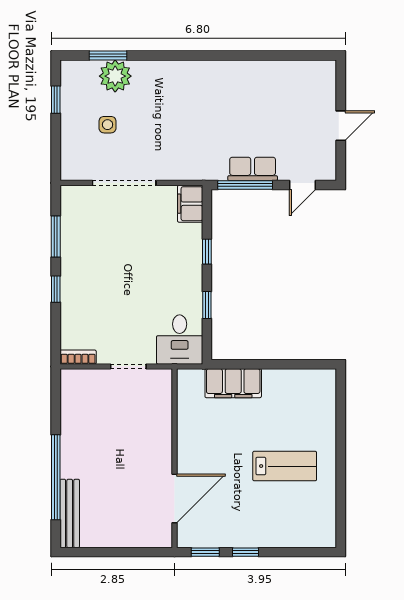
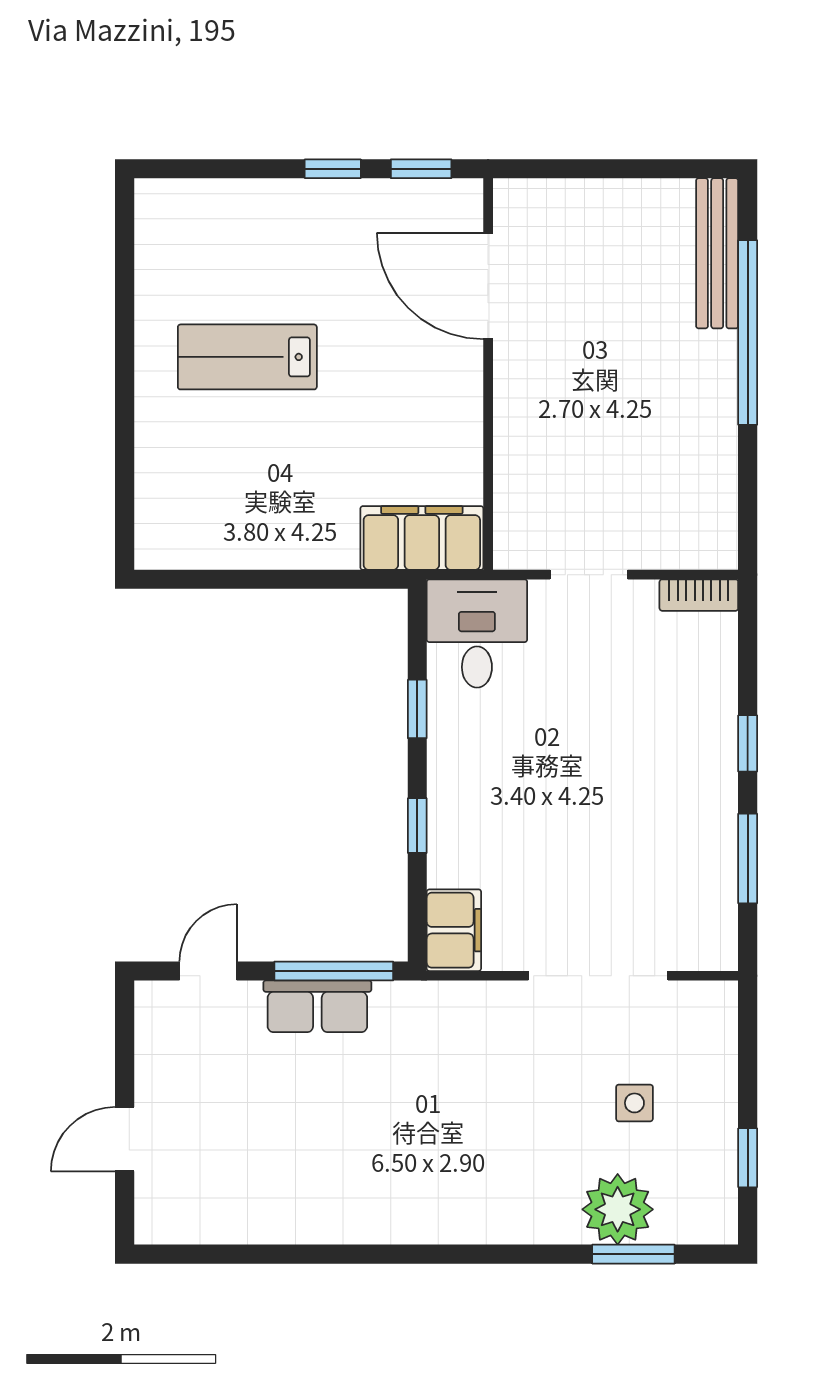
door: (341, 126) -> (125, 1139), moved
filing cabinet: (233, 383) -> (422, 538), moved
door: (175, 499) -> (488, 286), hinge flipped

